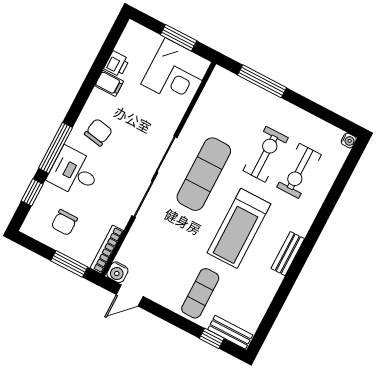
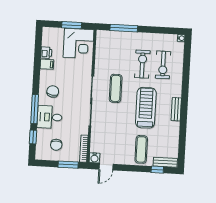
exercise mat: (204, 174) -> (116, 88), width x0.73, depth x0.69
treadmill: (239, 228) -> (146, 108), turned 180

